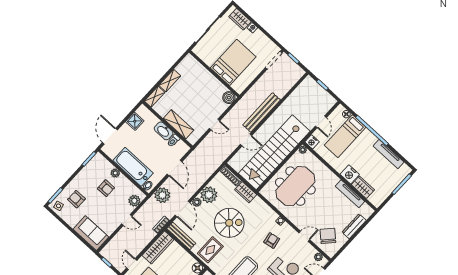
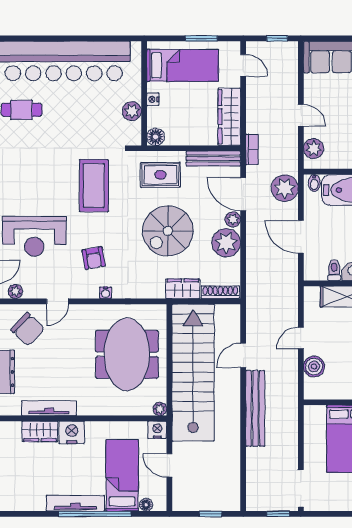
boiler: (229, 98) -> (314, 366), moved
tv unit: (389, 154) -> (76, 503), moved
door: (127, 220) -> (301, 115), swing flipped
rug: (210, 250) -> (160, 175), turned 90

